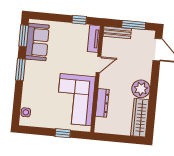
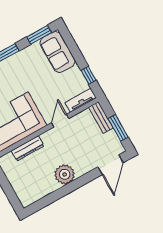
sofa: (37, 42) -> (57, 52), moved, turned 90
door: (98, 64) -> (60, 121), swing flipped
wardrobe: (140, 118) -> (38, 192), removed

